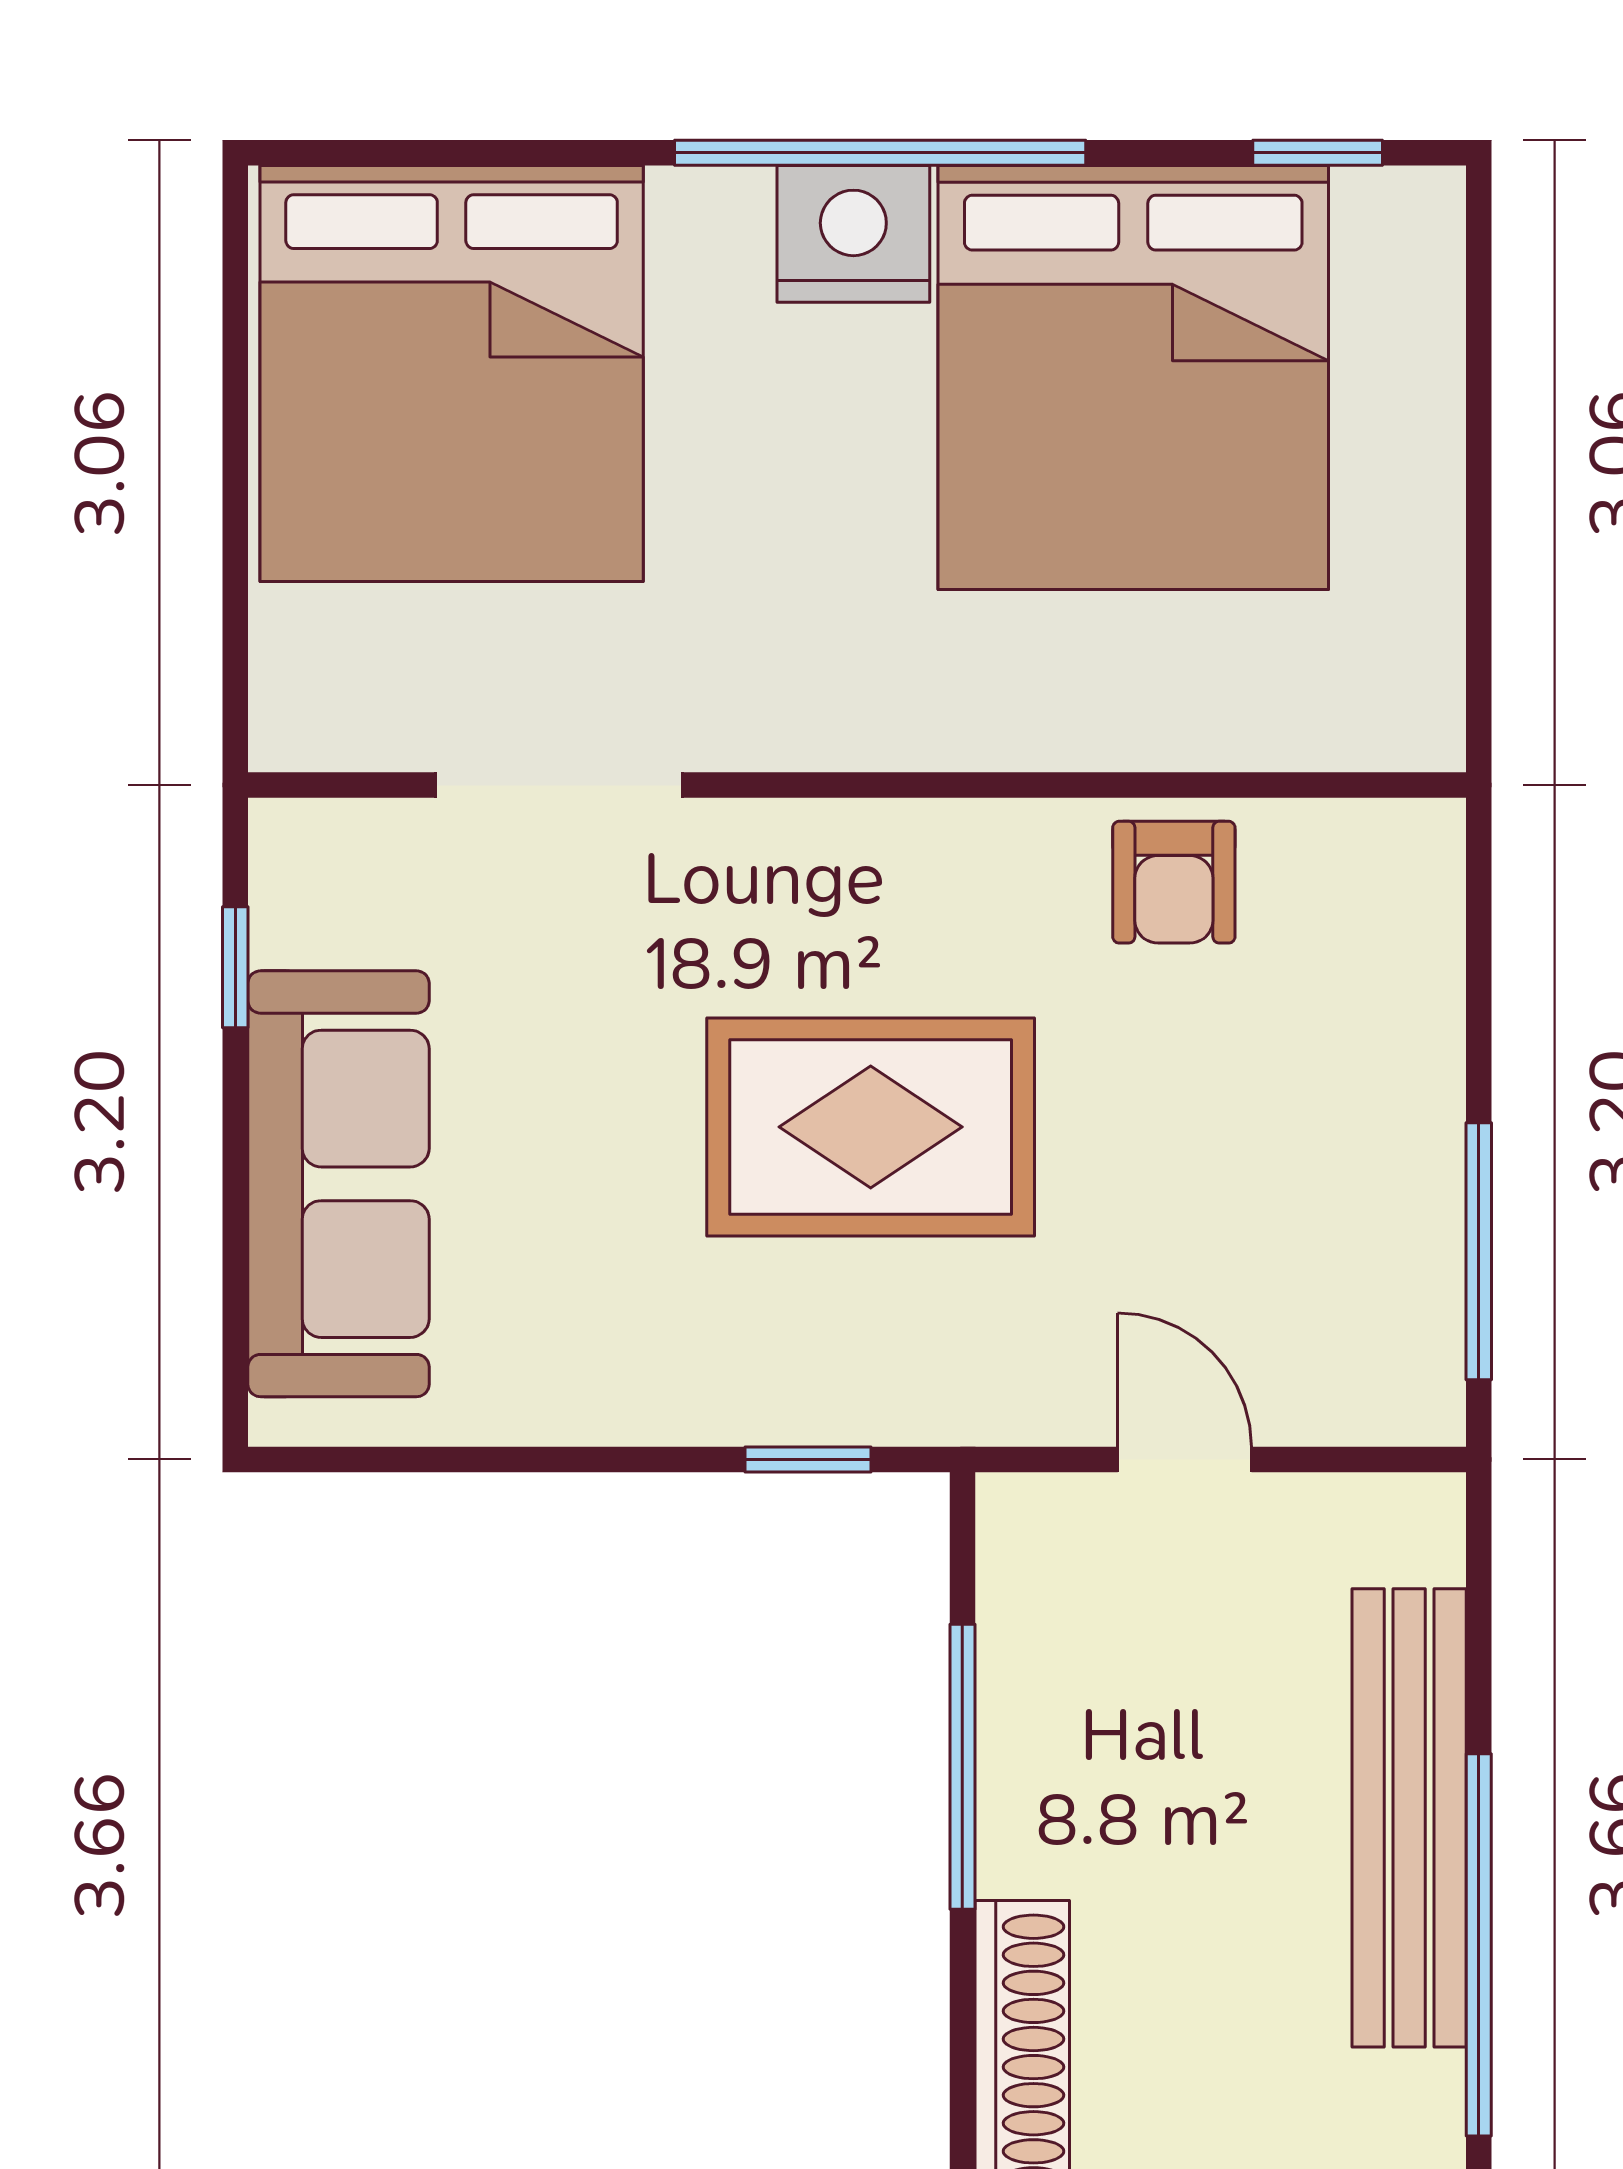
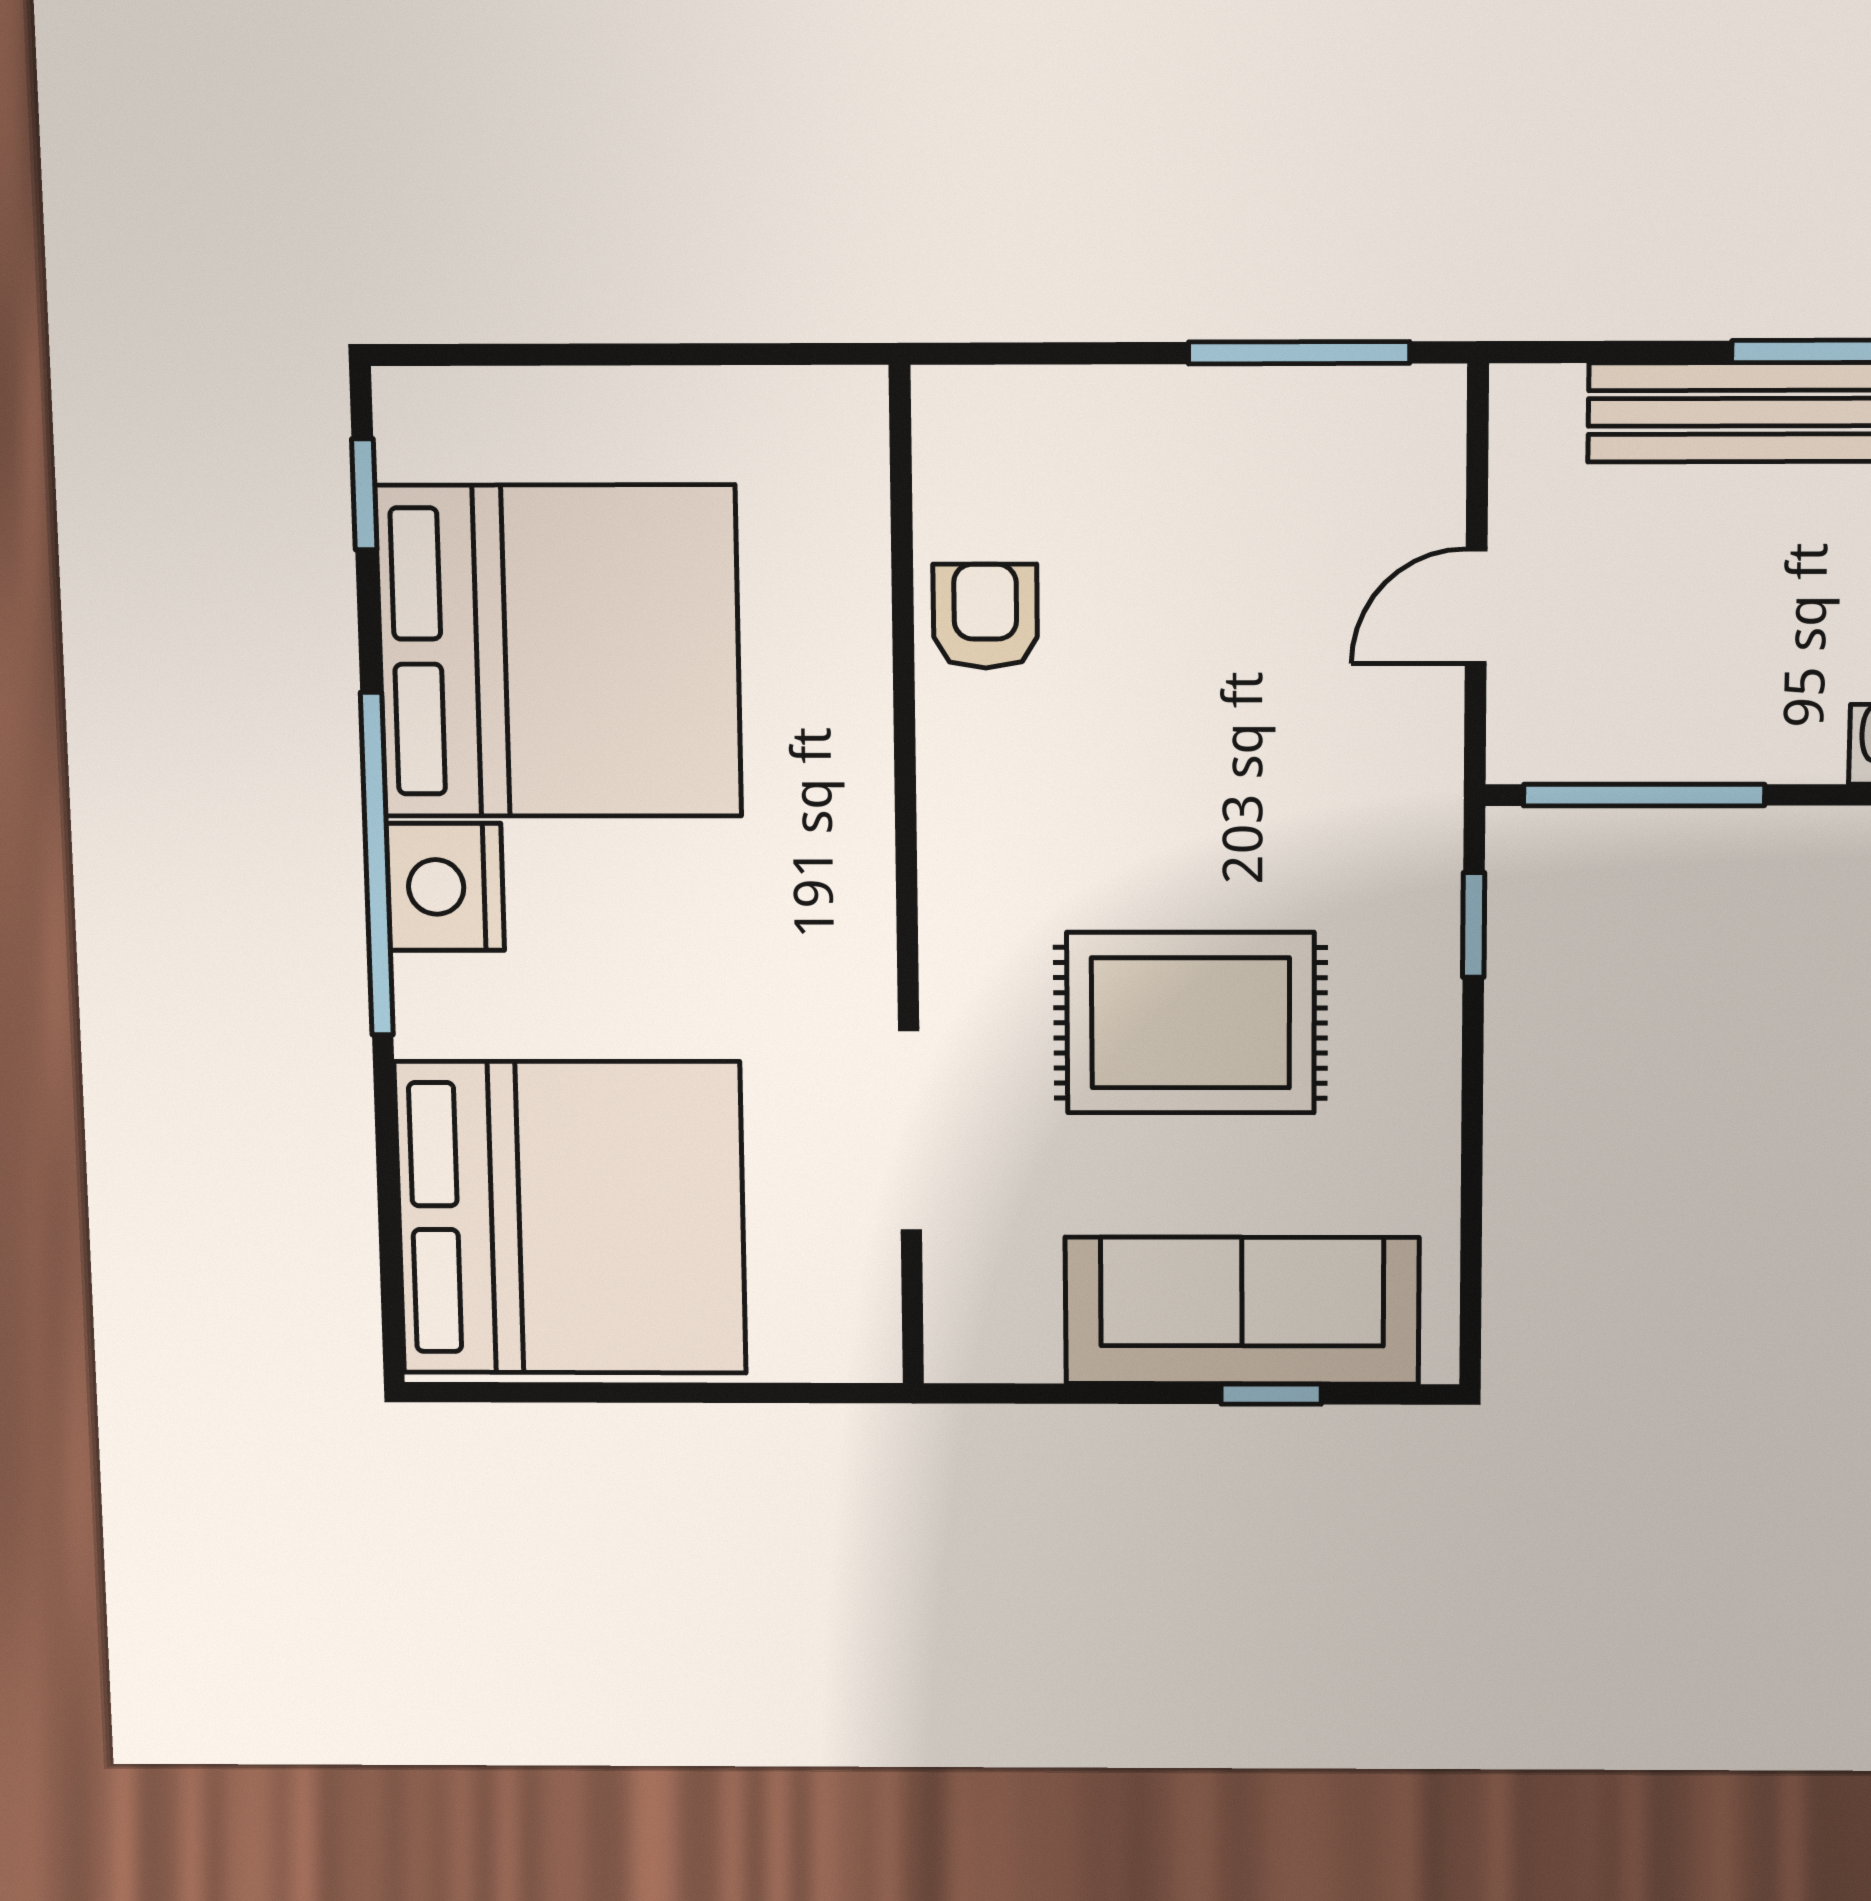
armchair: (1174, 882) -> (985, 616), turned -90
window: (235, 967) -> (1271, 1394), moved
rug: (871, 1127) -> (1191, 1023), moved, turned 90
window: (962, 1767) -> (1644, 795), moved

